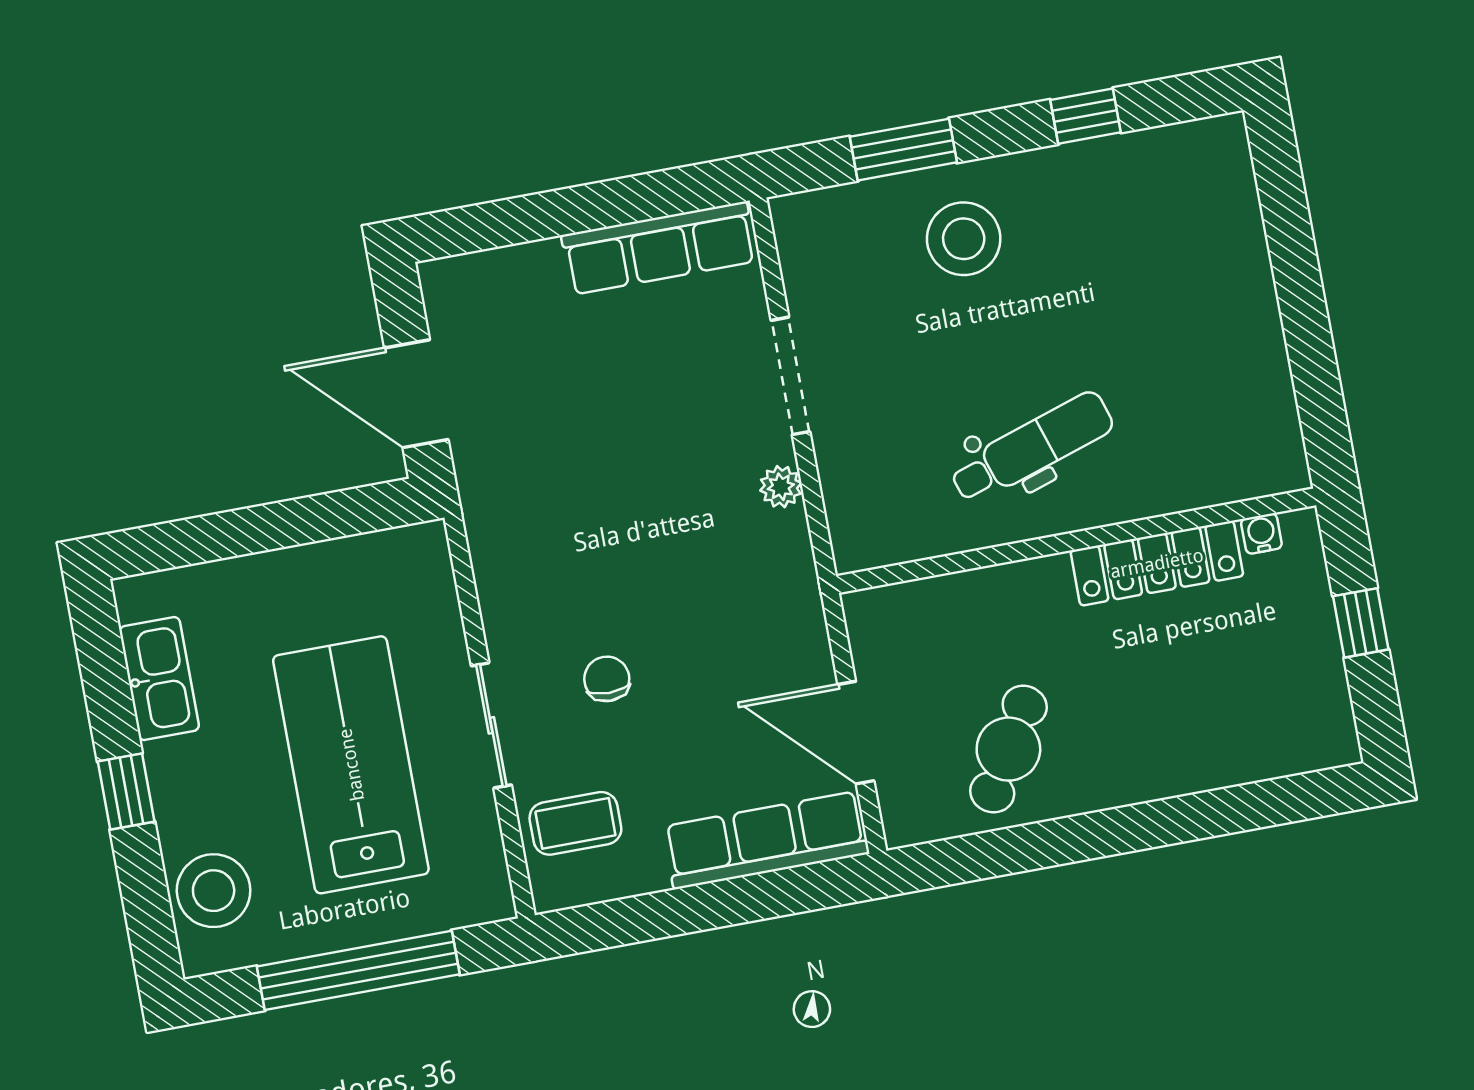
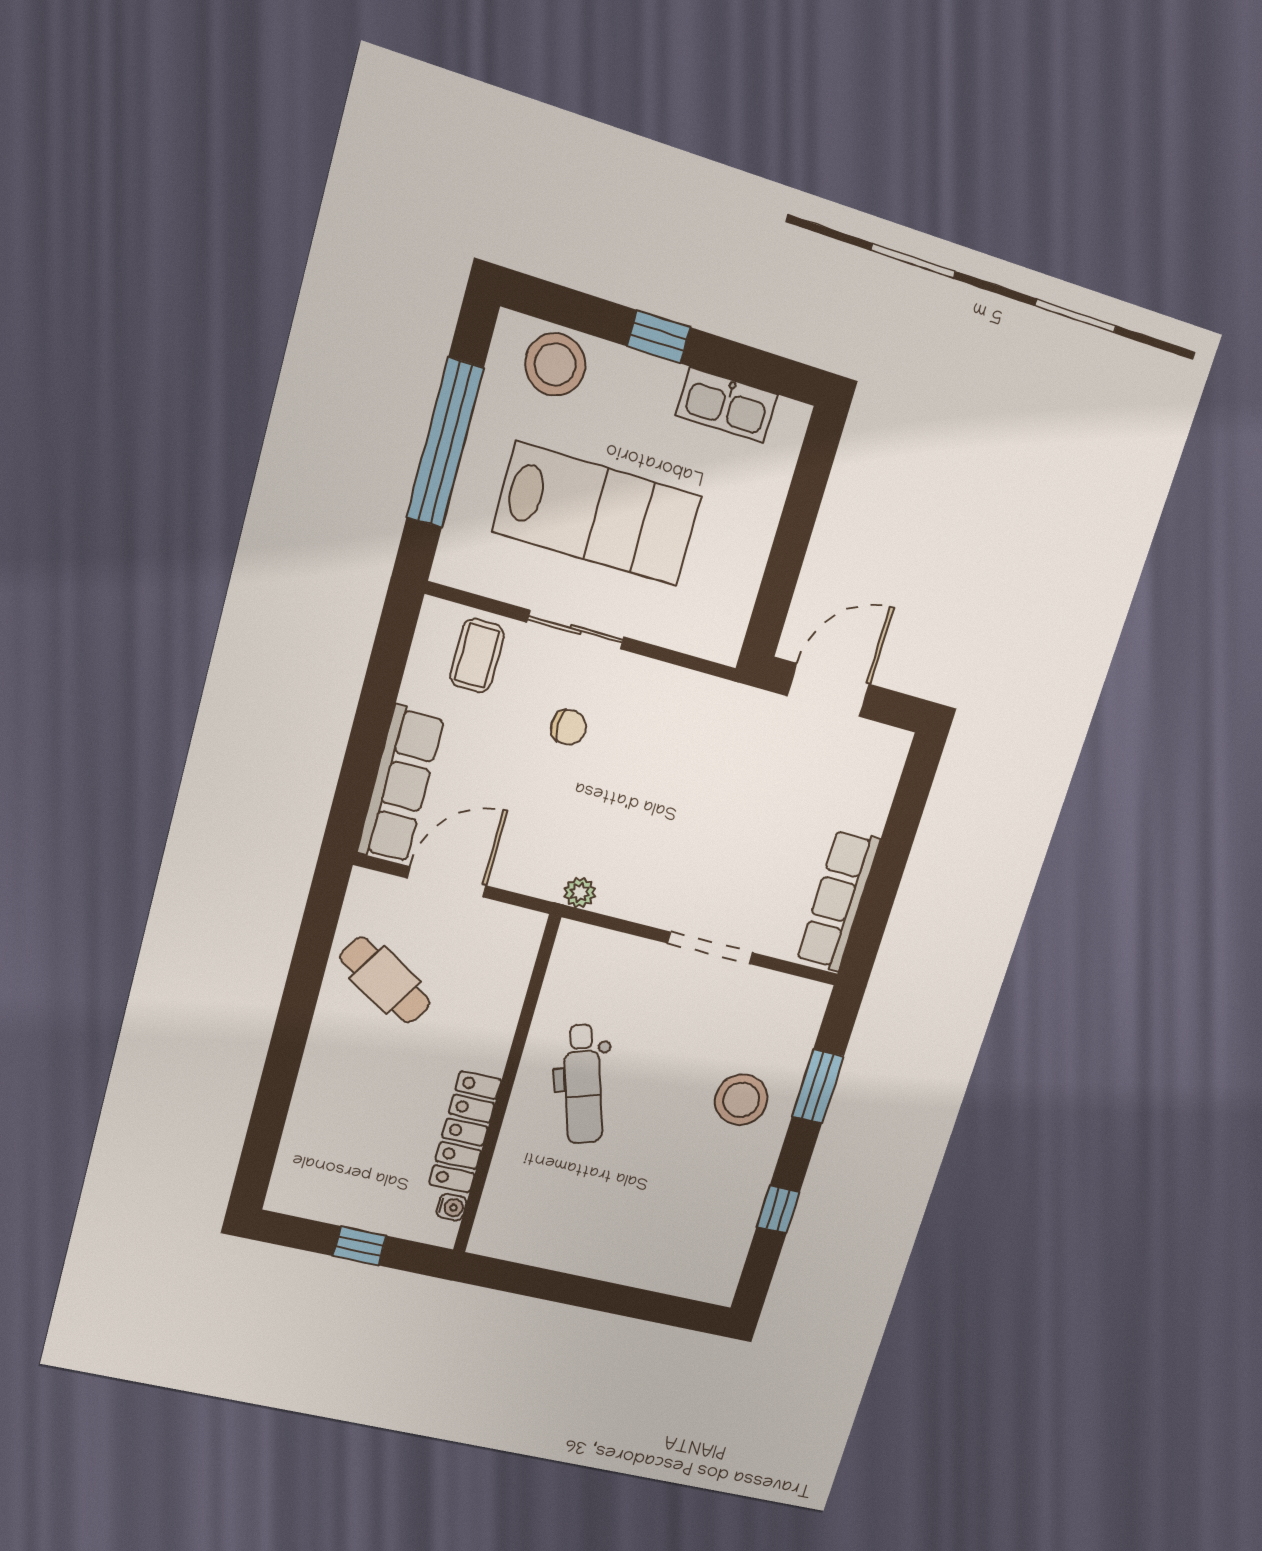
plant: (781, 487) -> (580, 893), moved

